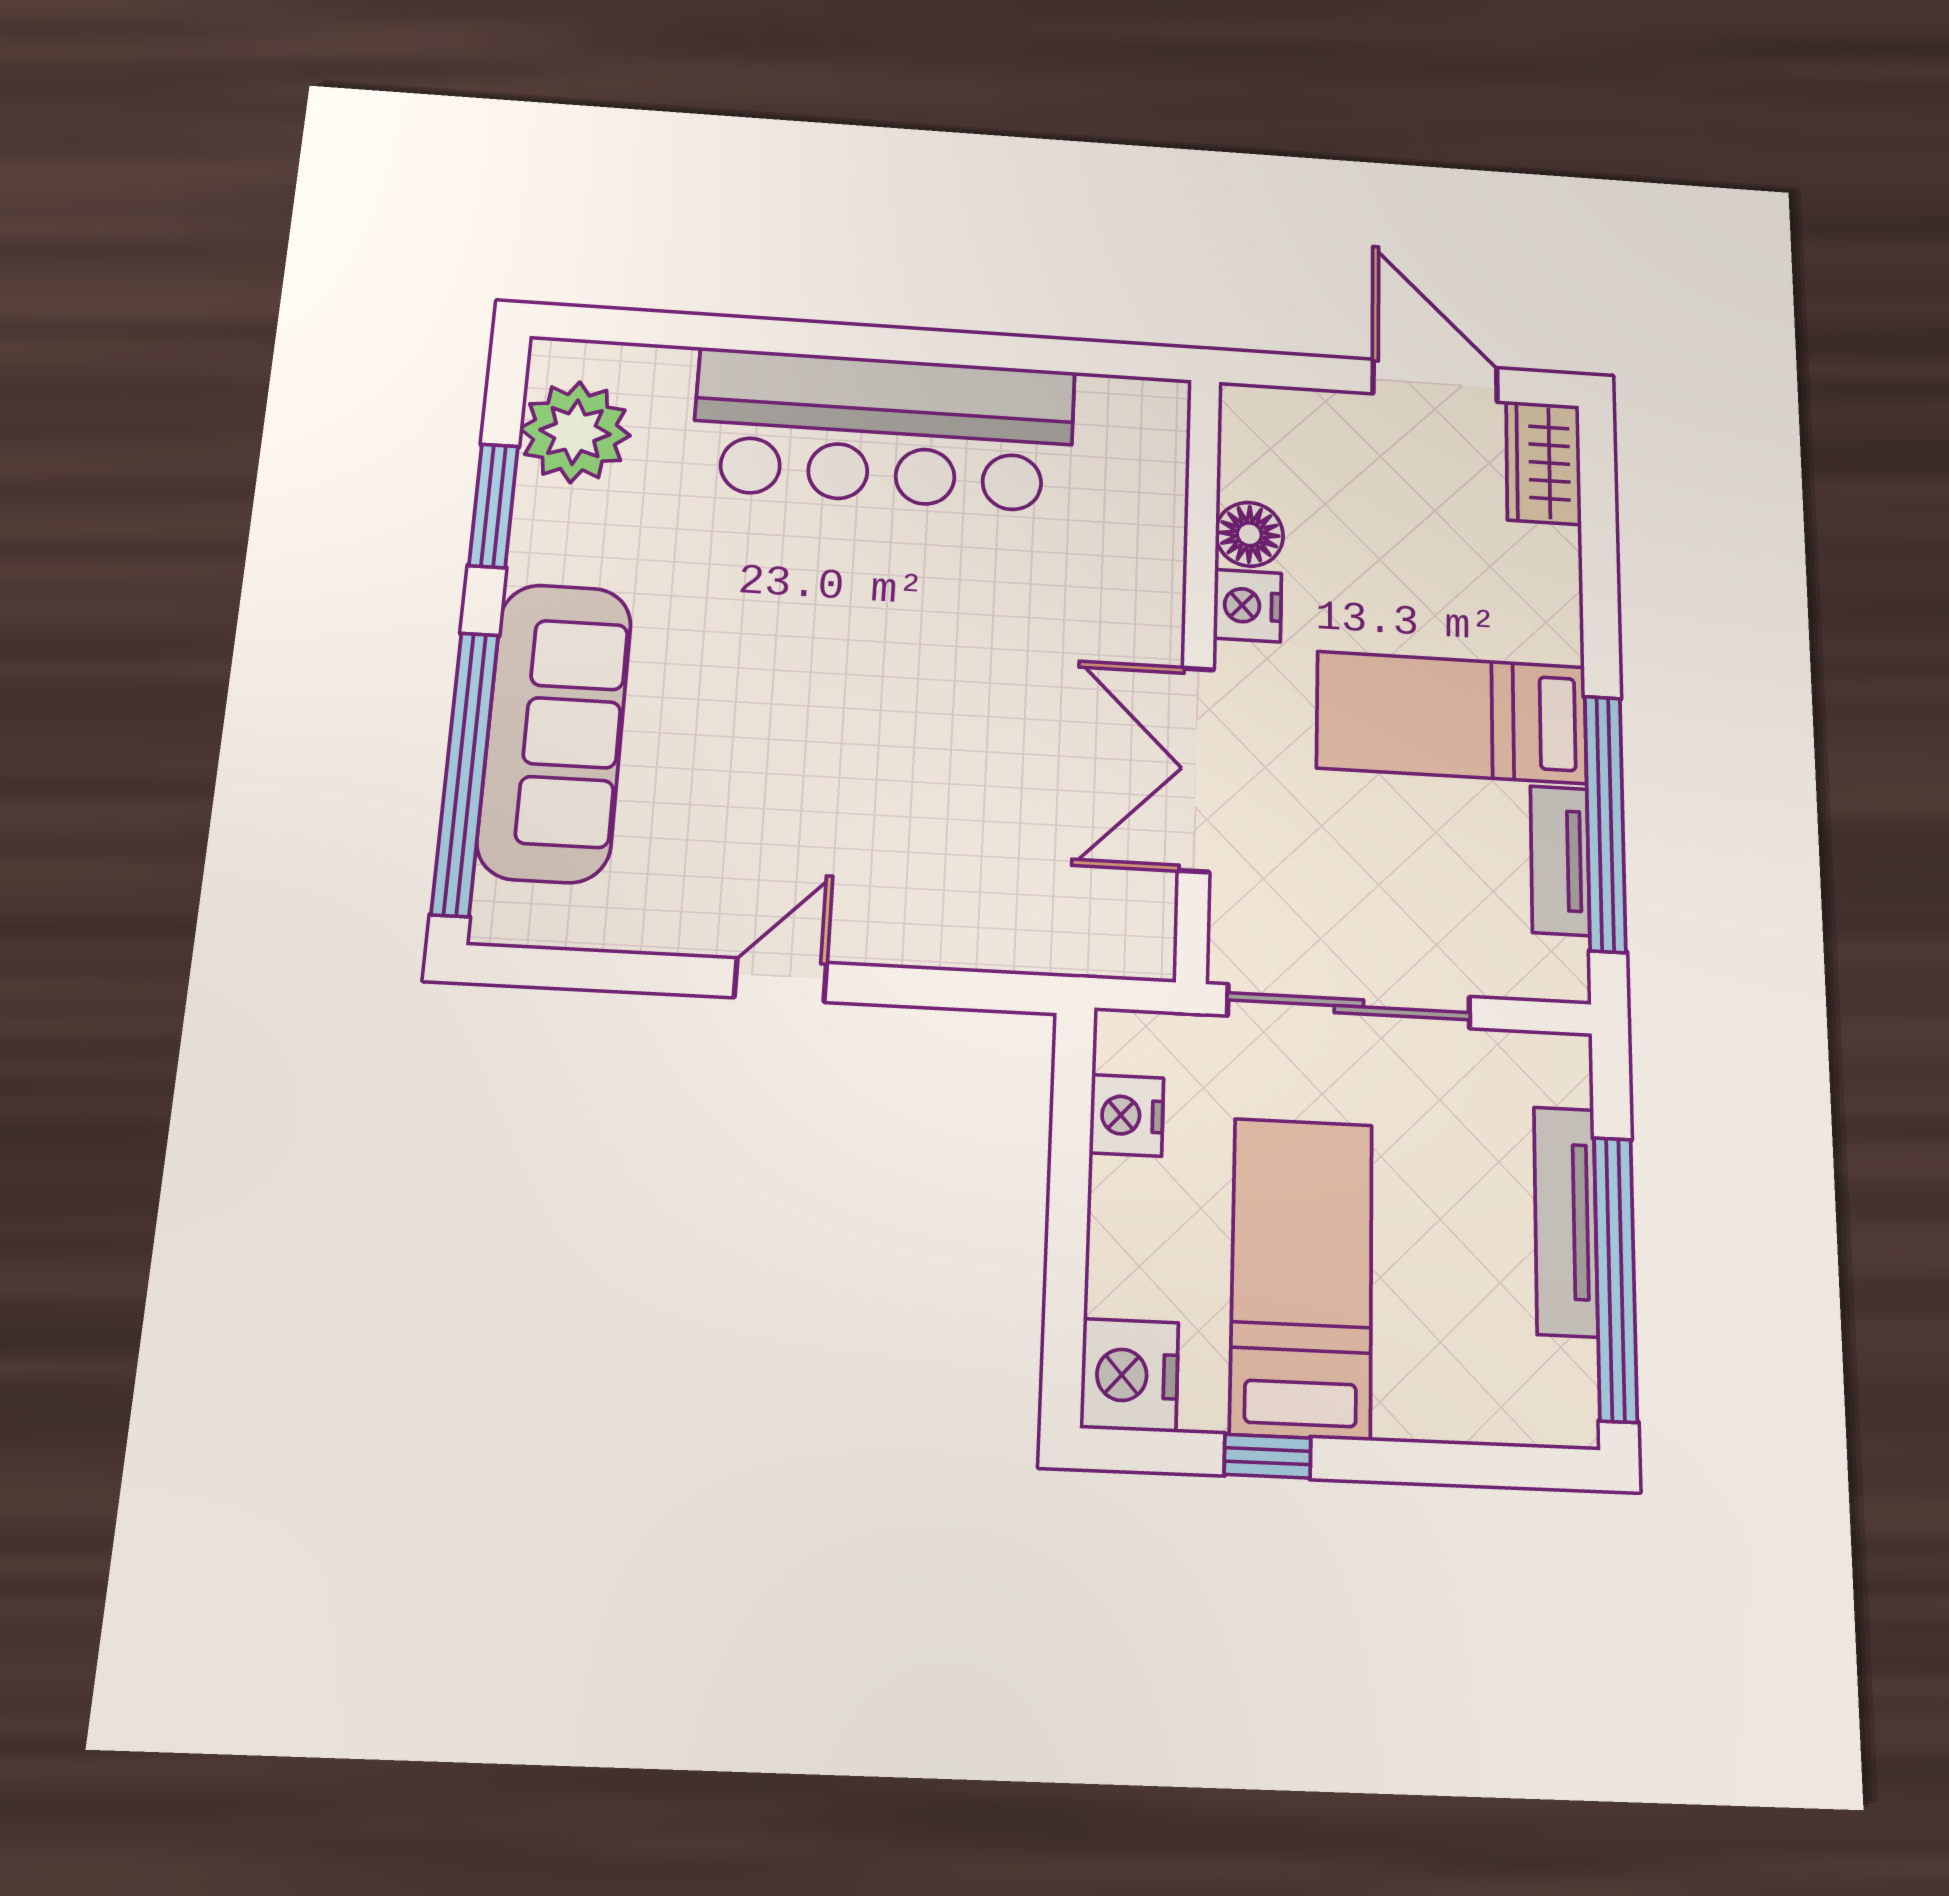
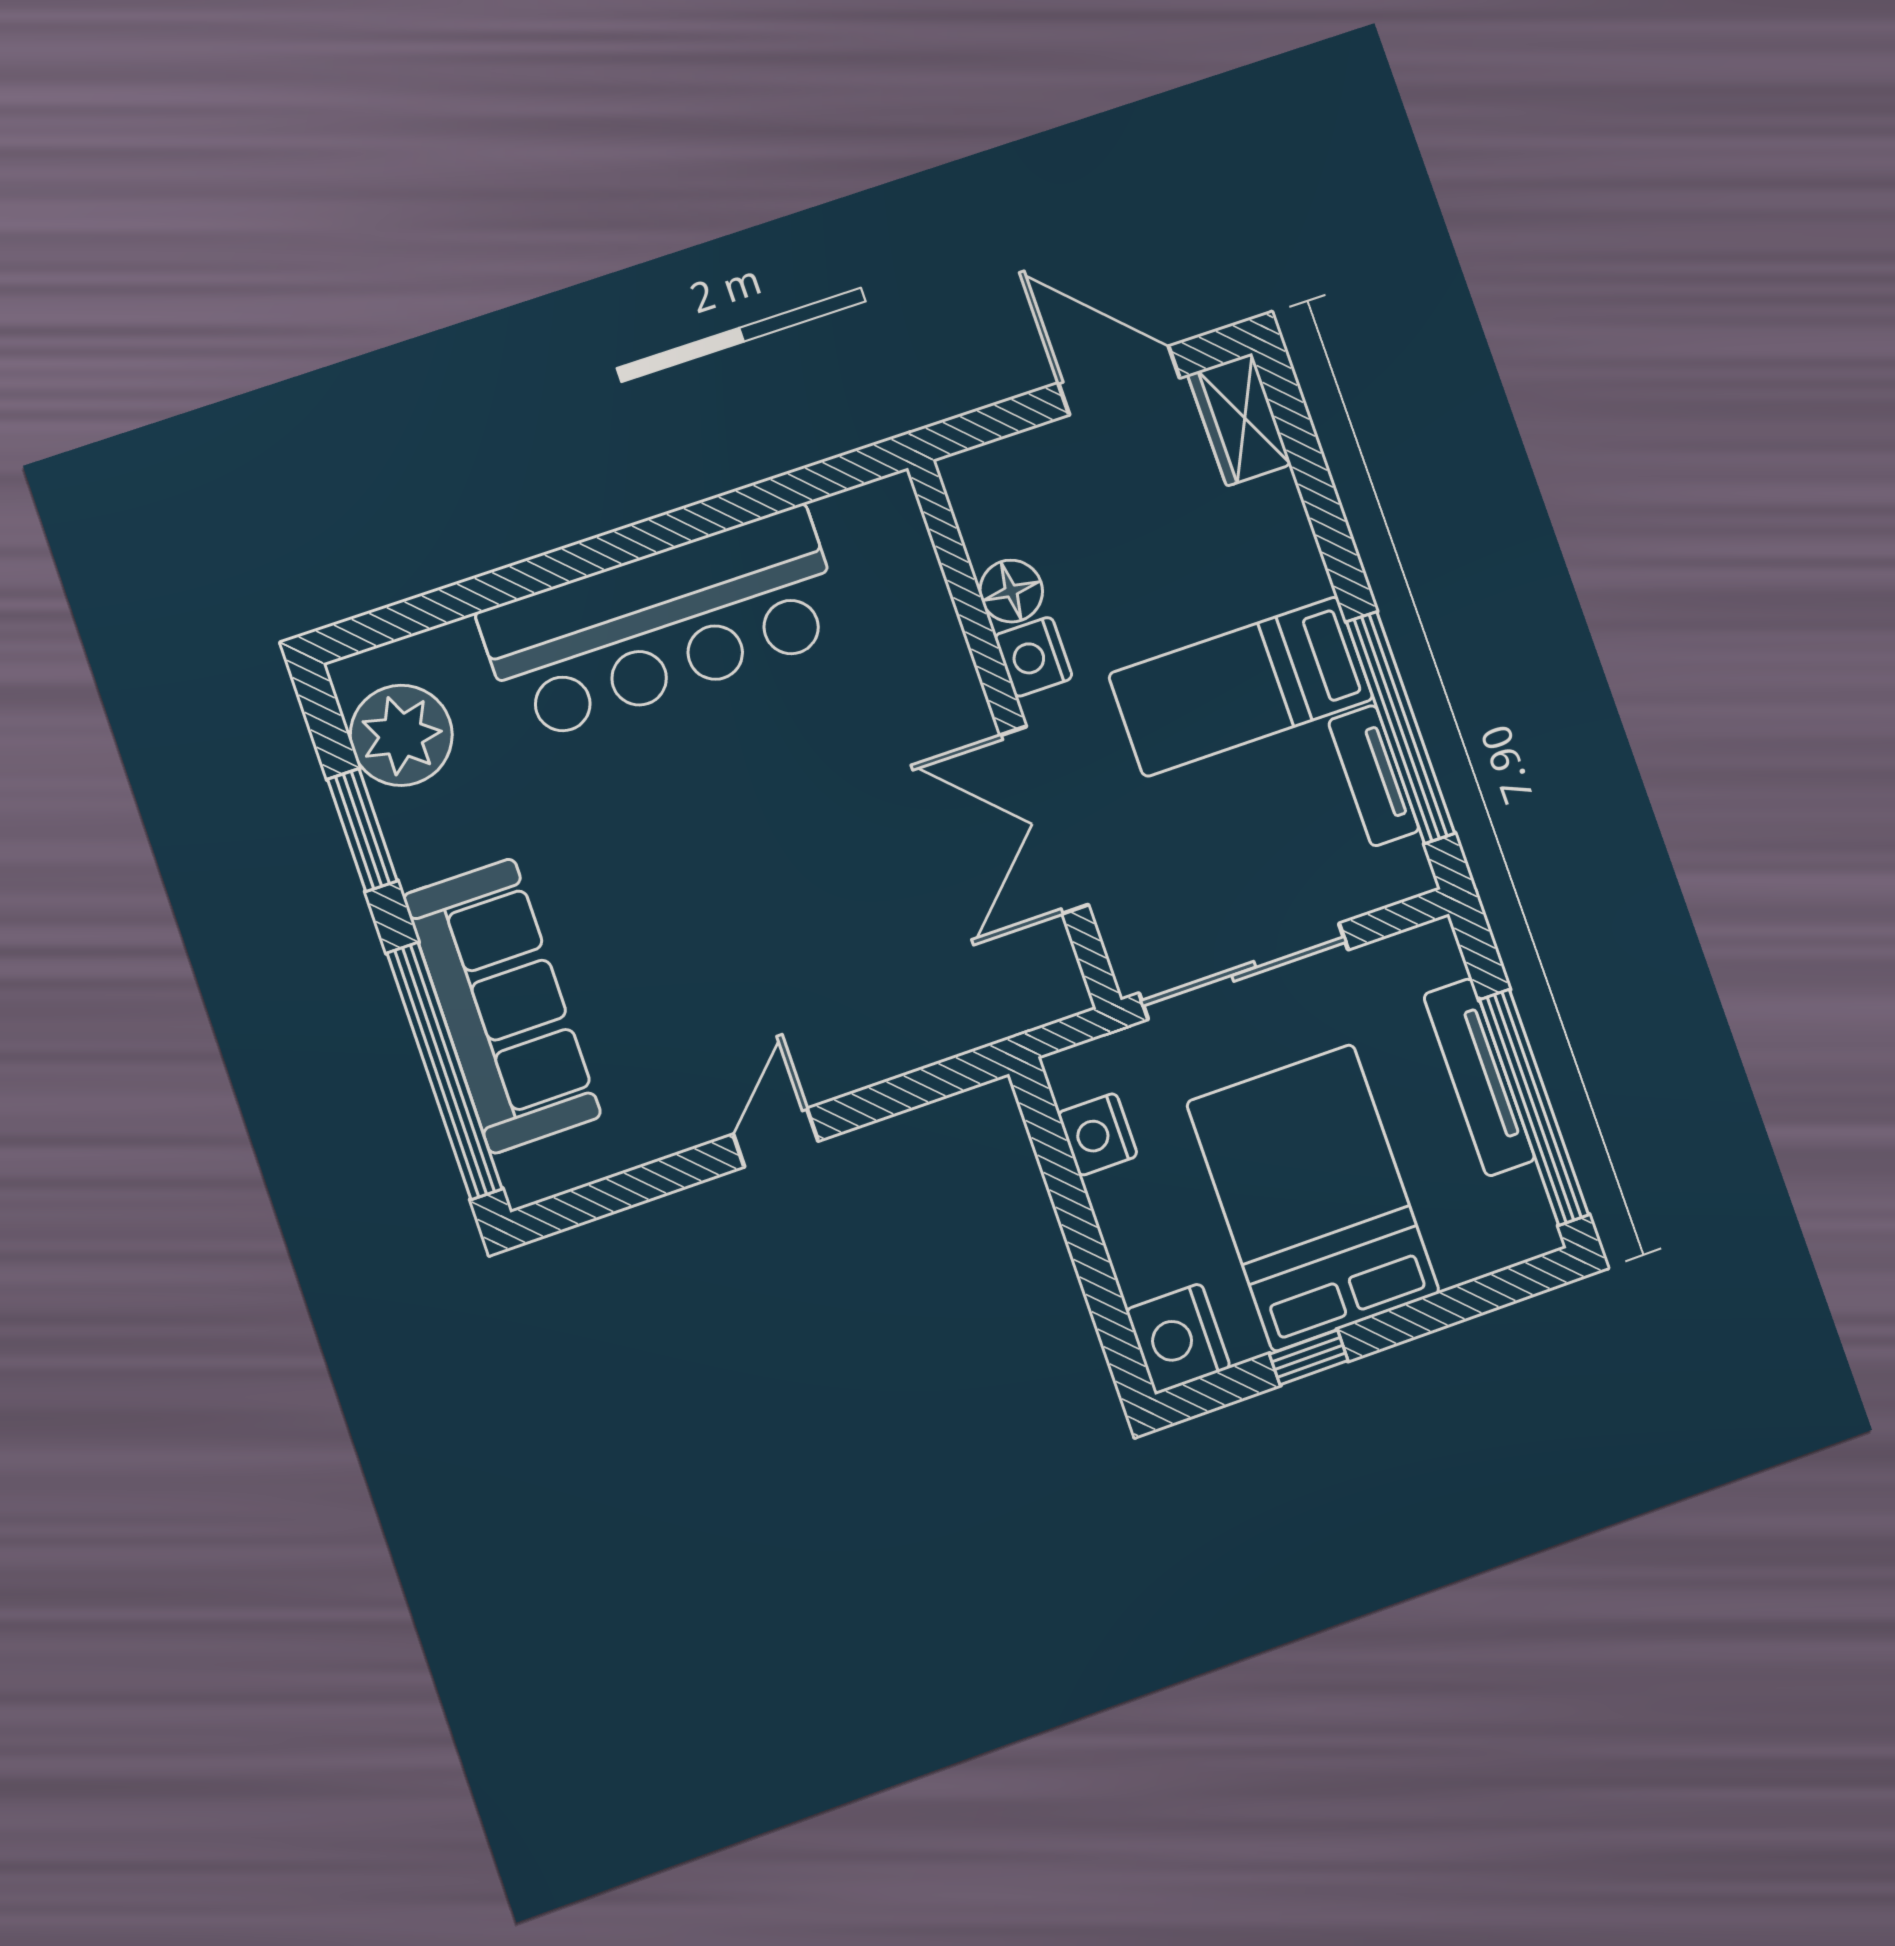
bed: (1302, 1277) -> (1313, 1198), width x1.50

